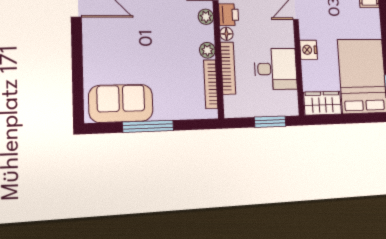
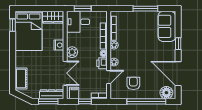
plant: (284, 36) -> (72, 52), added
window: (77, 54) -> (178, 44), added
desk: (276, 69) -> (78, 22), moved
sofa: (121, 103) -> (167, 26), moved, turned 90

